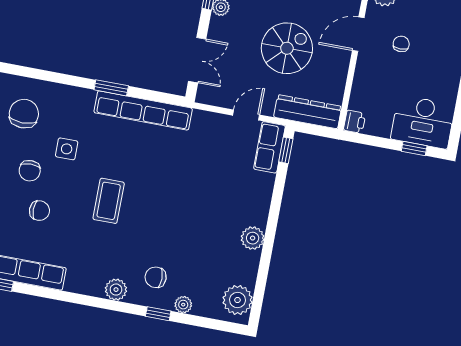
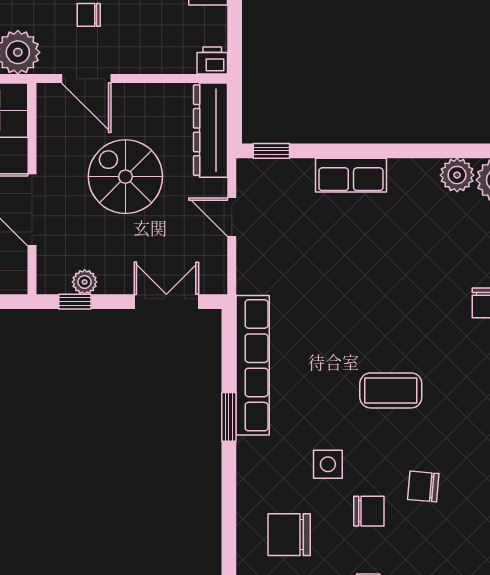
row of seats: (269, 147) -> (351, 175), moved
chair: (39, 211) -> (423, 487), turned -85
plant: (253, 238) -> (457, 175), moved

